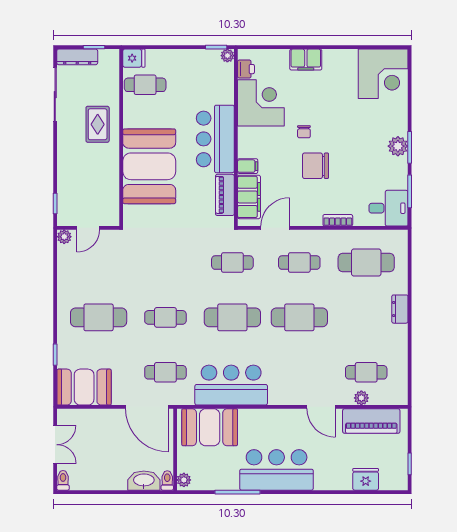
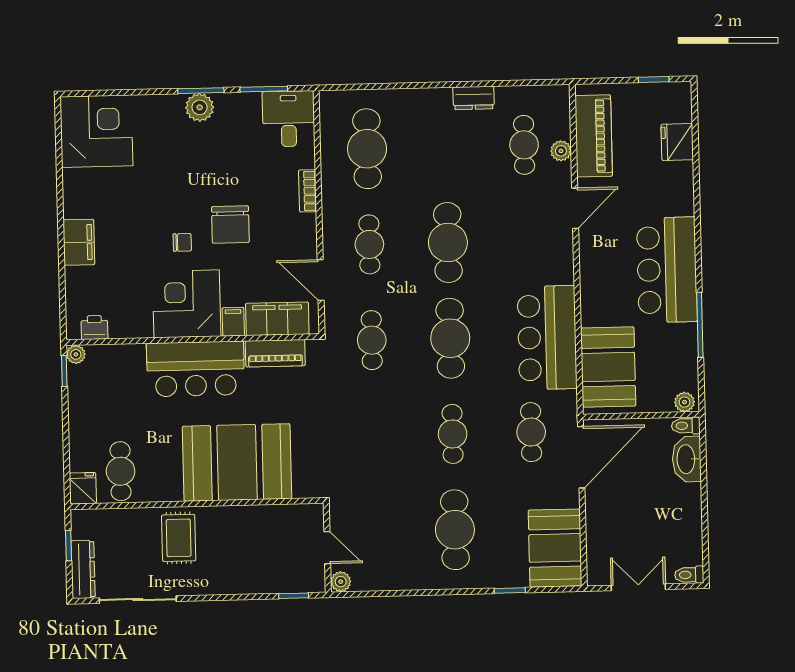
corner desk: (261, 103) -> (187, 304), moved
rug: (98, 124) -> (179, 538), turned 90
dresser: (400, 309) -> (474, 98), moved

